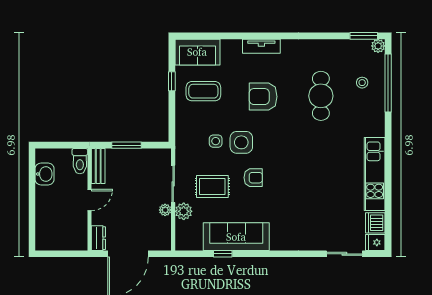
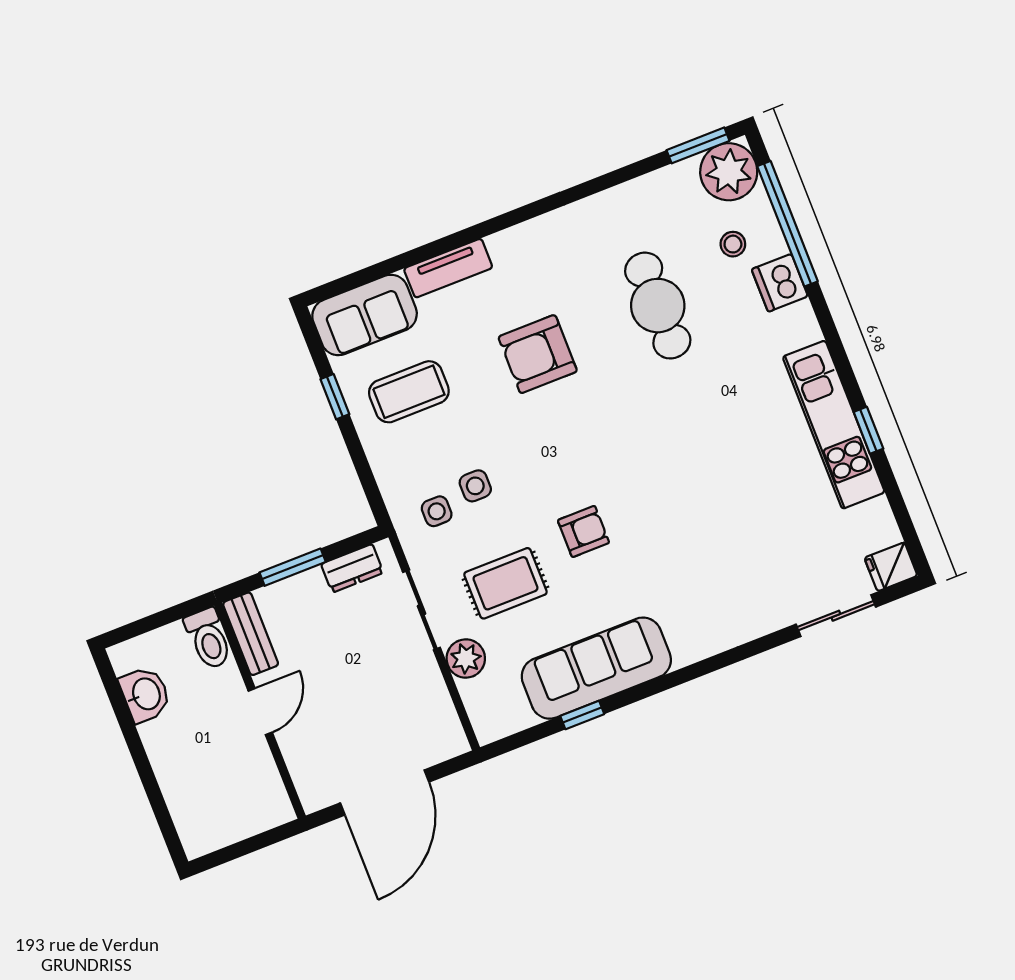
tv unit: (261, 46) -> (448, 268), moved
plant: (378, 46) -> (729, 172), width x1.88, depth x1.88
side table: (241, 142) -> (437, 511), moved, width x0.54, depth x0.54
window: (388, 182) -> (868, 430), added
plant: (165, 210) -> (426, 671), removed
dishwasher: (375, 223) -> (780, 283), moved
dresser: (98, 238) -> (352, 568), moved, turned 90

